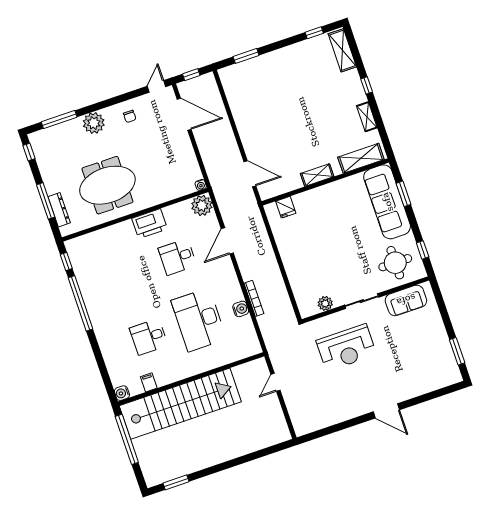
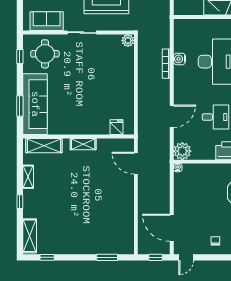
plant: (325, 303) -> (128, 40), moved

